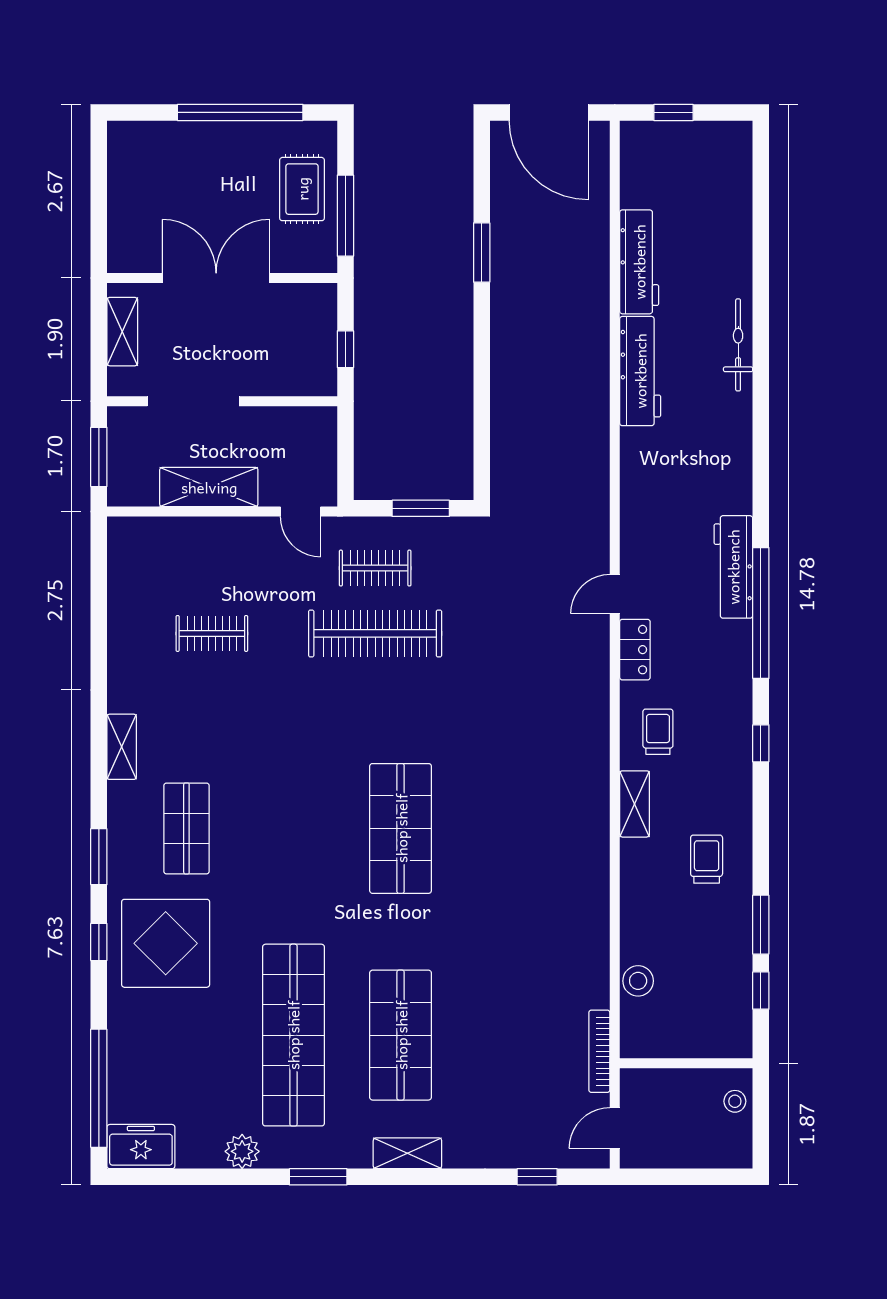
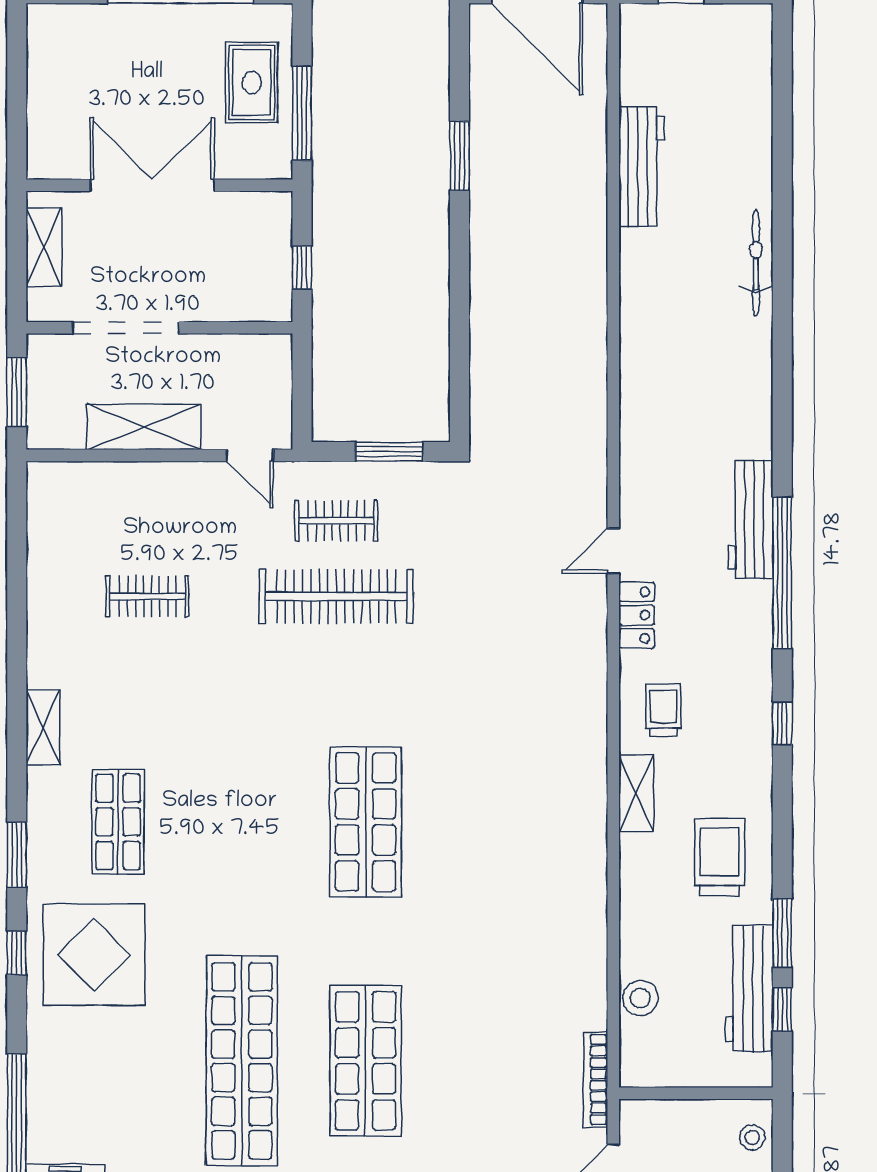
workbench: (640, 371) -> (749, 988), moved, turned 180
trolley: (707, 859) -> (720, 857), width x1.36, depth x1.39

